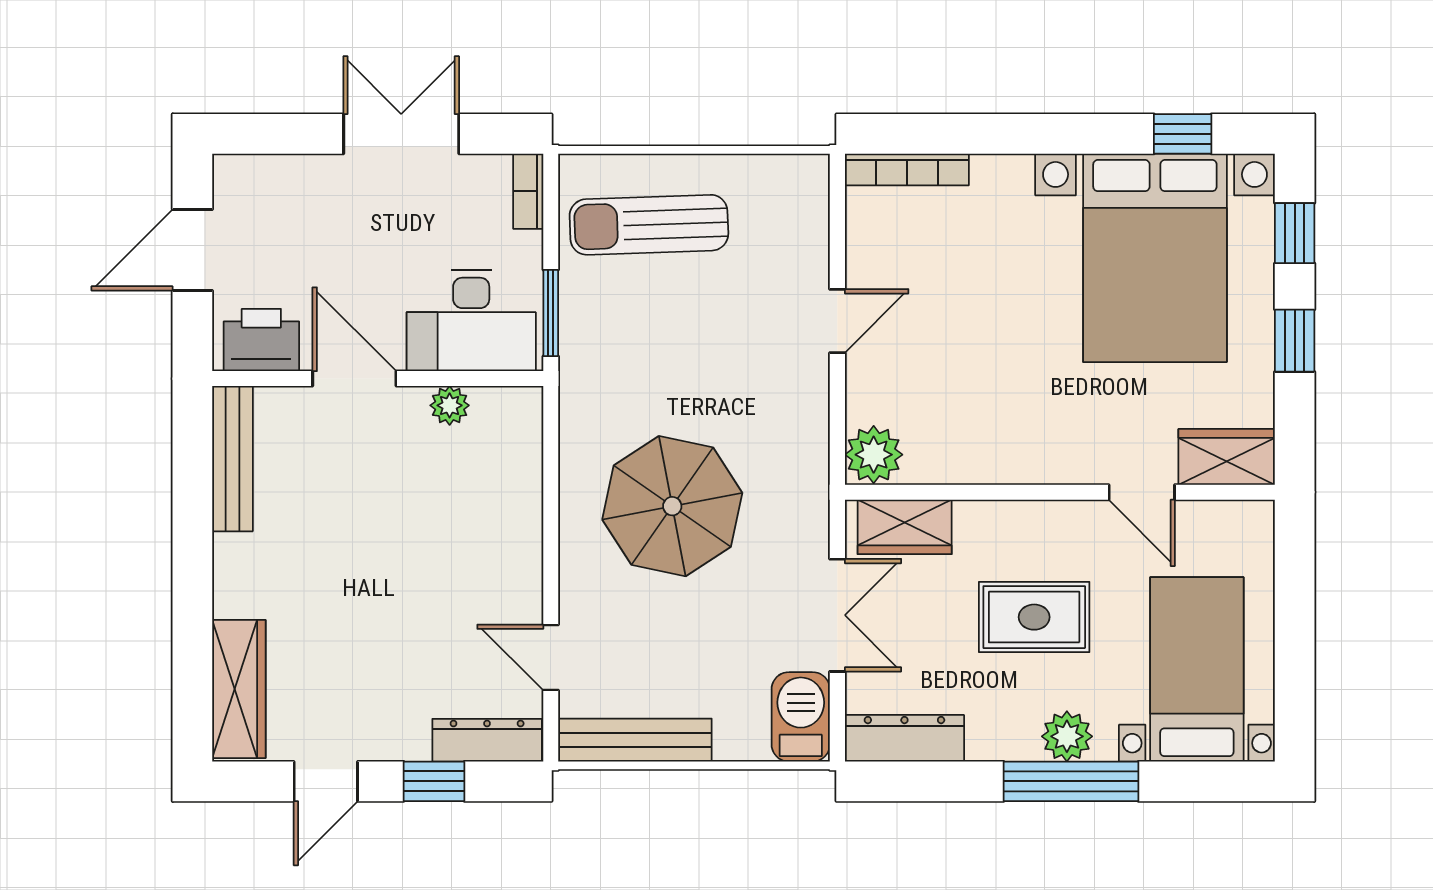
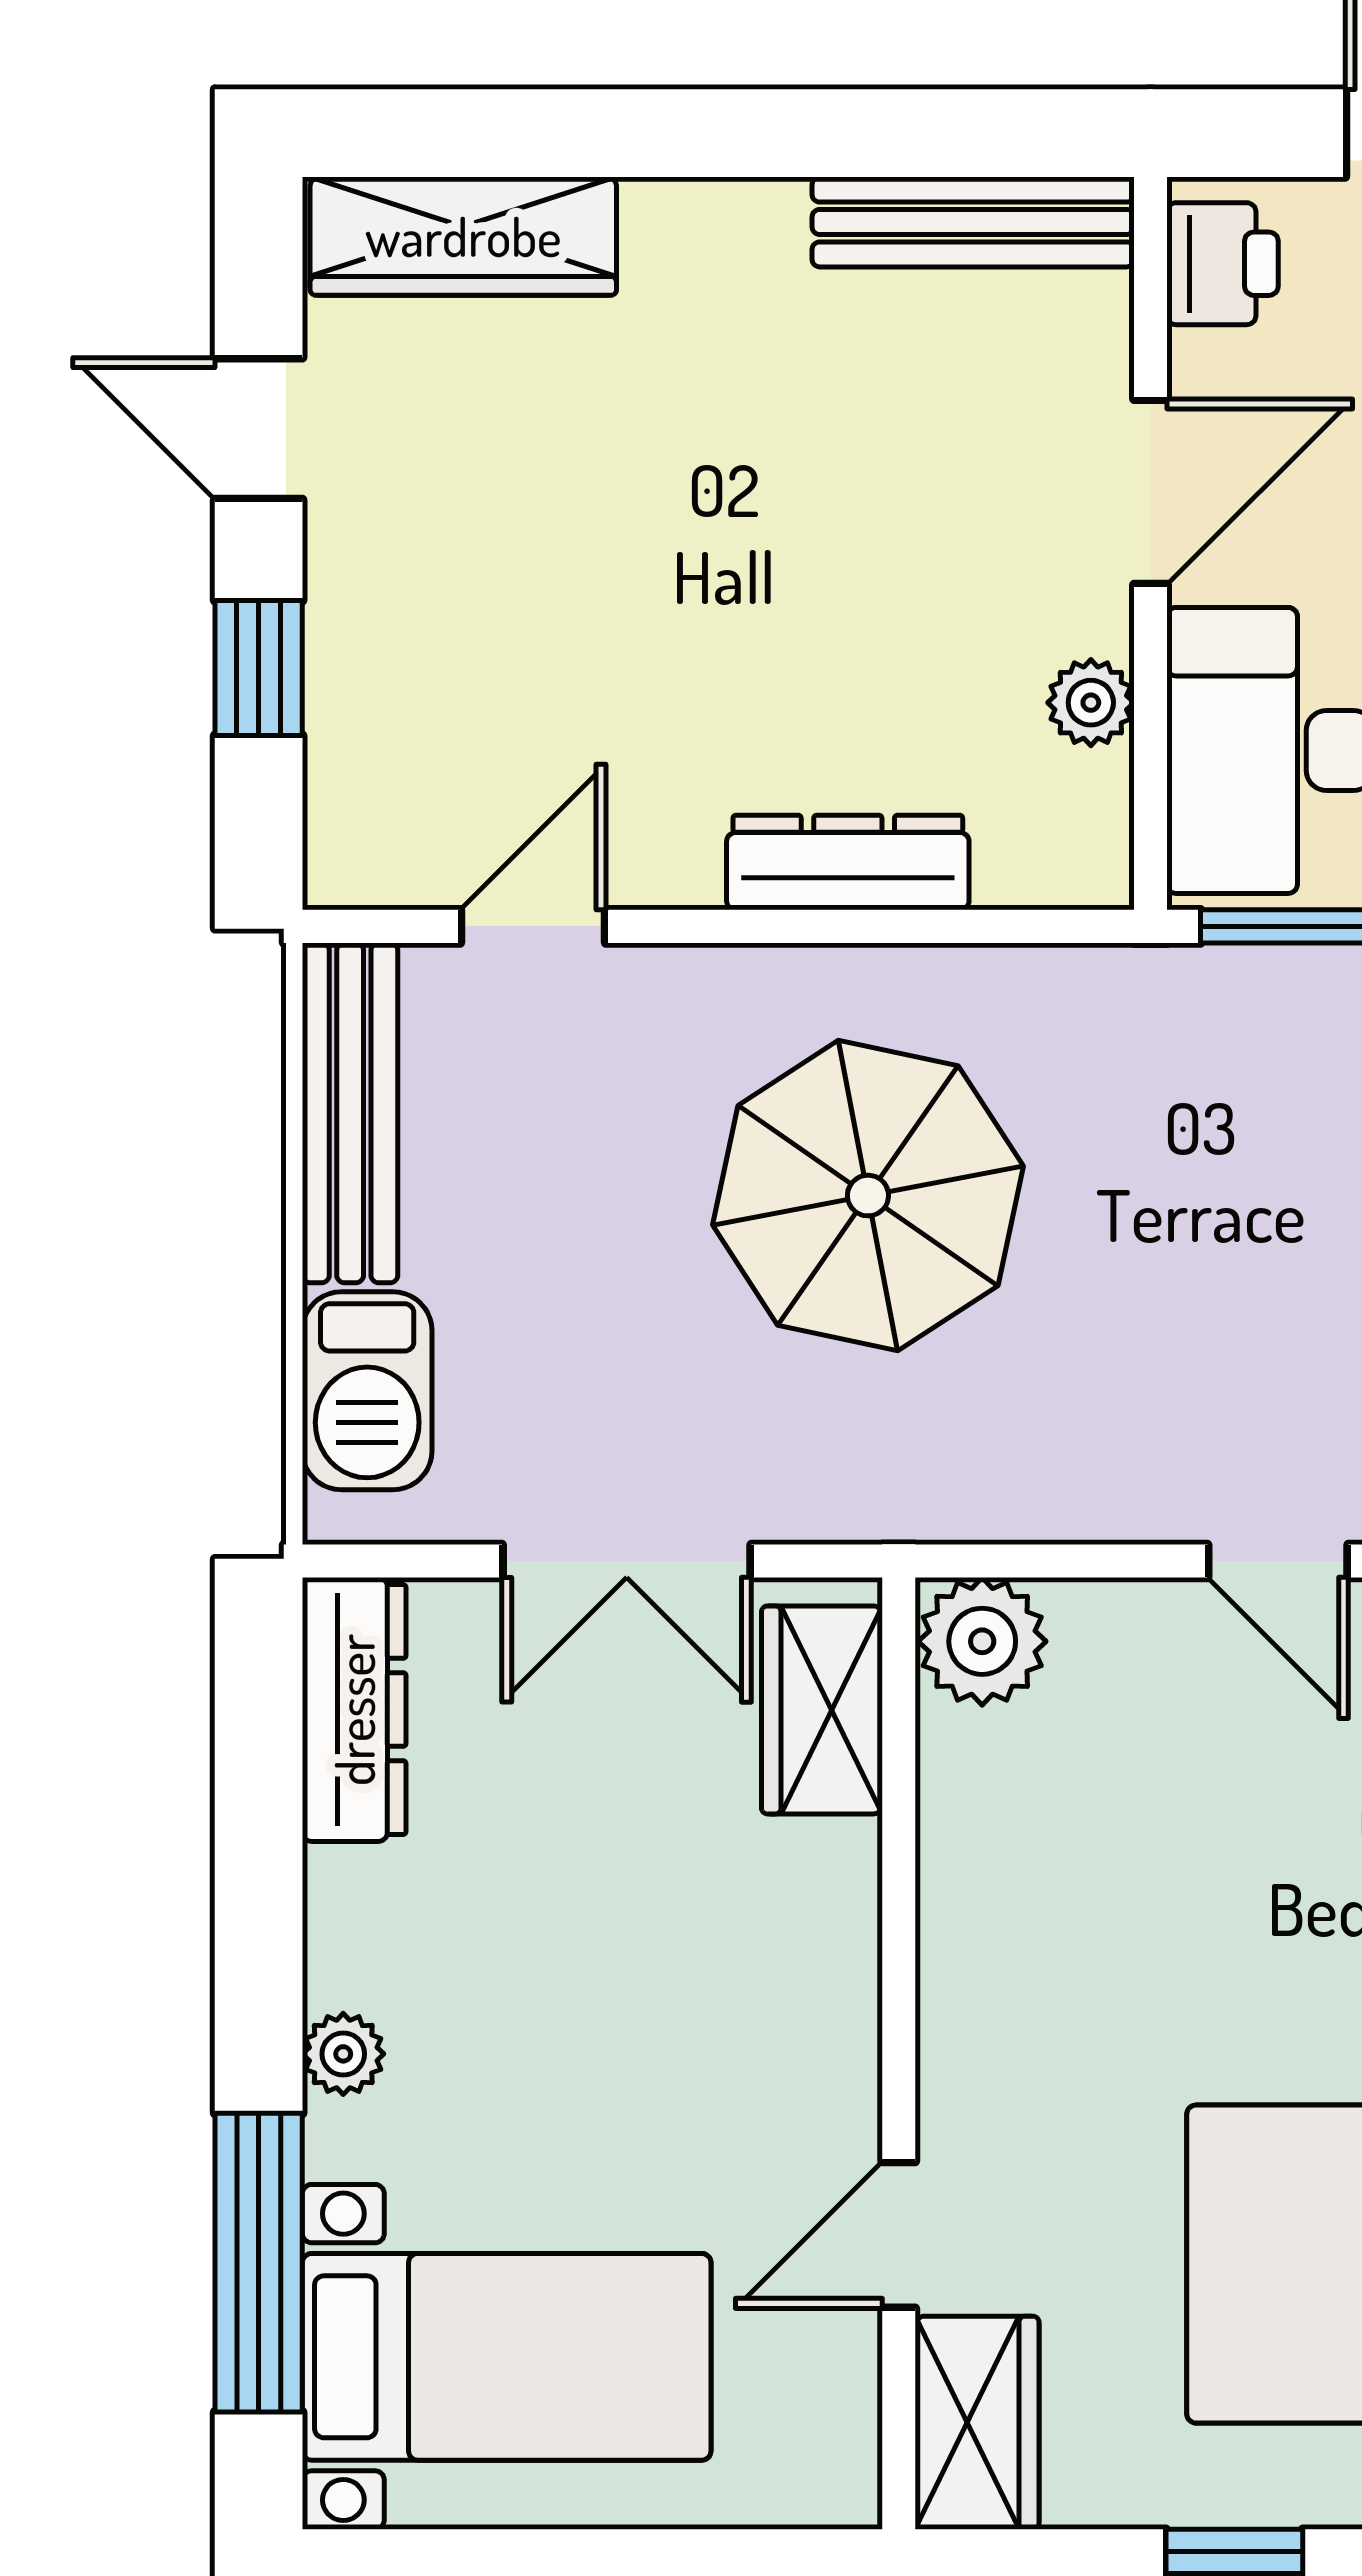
printer: (261, 340) -> (1222, 264), width x0.73, depth x0.81
rug: (1034, 617) -> (622, 1997), removed
barbecue: (801, 717) -> (367, 1391), moved, turned 90
plant: (1067, 736) -> (343, 2054), width x0.73, depth x0.73
dresser: (487, 740) -> (848, 863), moved, turned -90
window: (1071, 781) -> (259, 2263), moved

